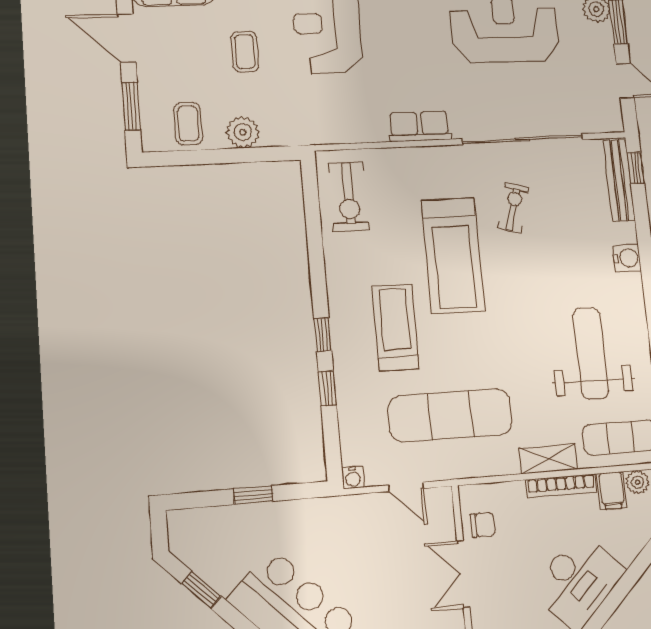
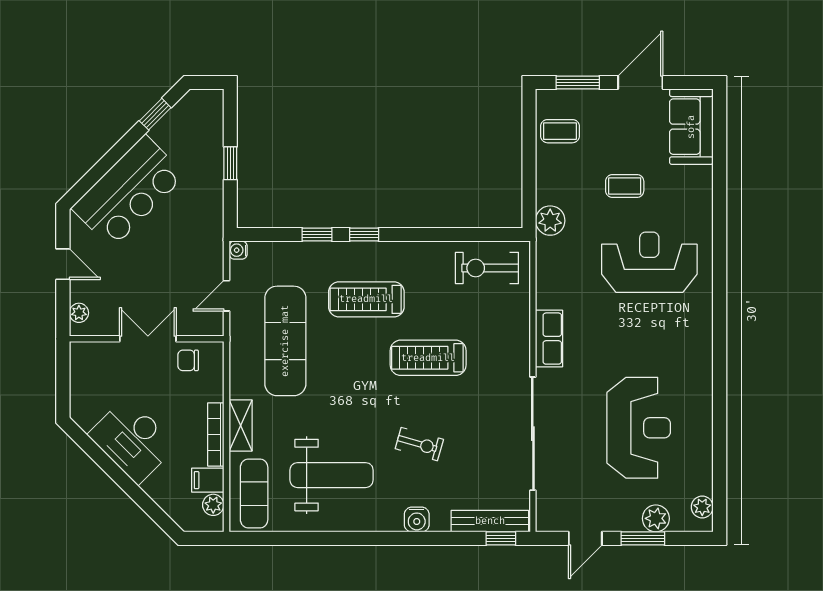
plant: (243, 132) -> (550, 221), moved
exercise bike: (513, 207) -> (419, 444), moved
treadmill: (453, 255) -> (428, 358), width x0.73, depth x0.73
treadmill: (395, 328) -> (366, 299), turned 180
chair: (483, 525) -> (188, 360), turned 90

